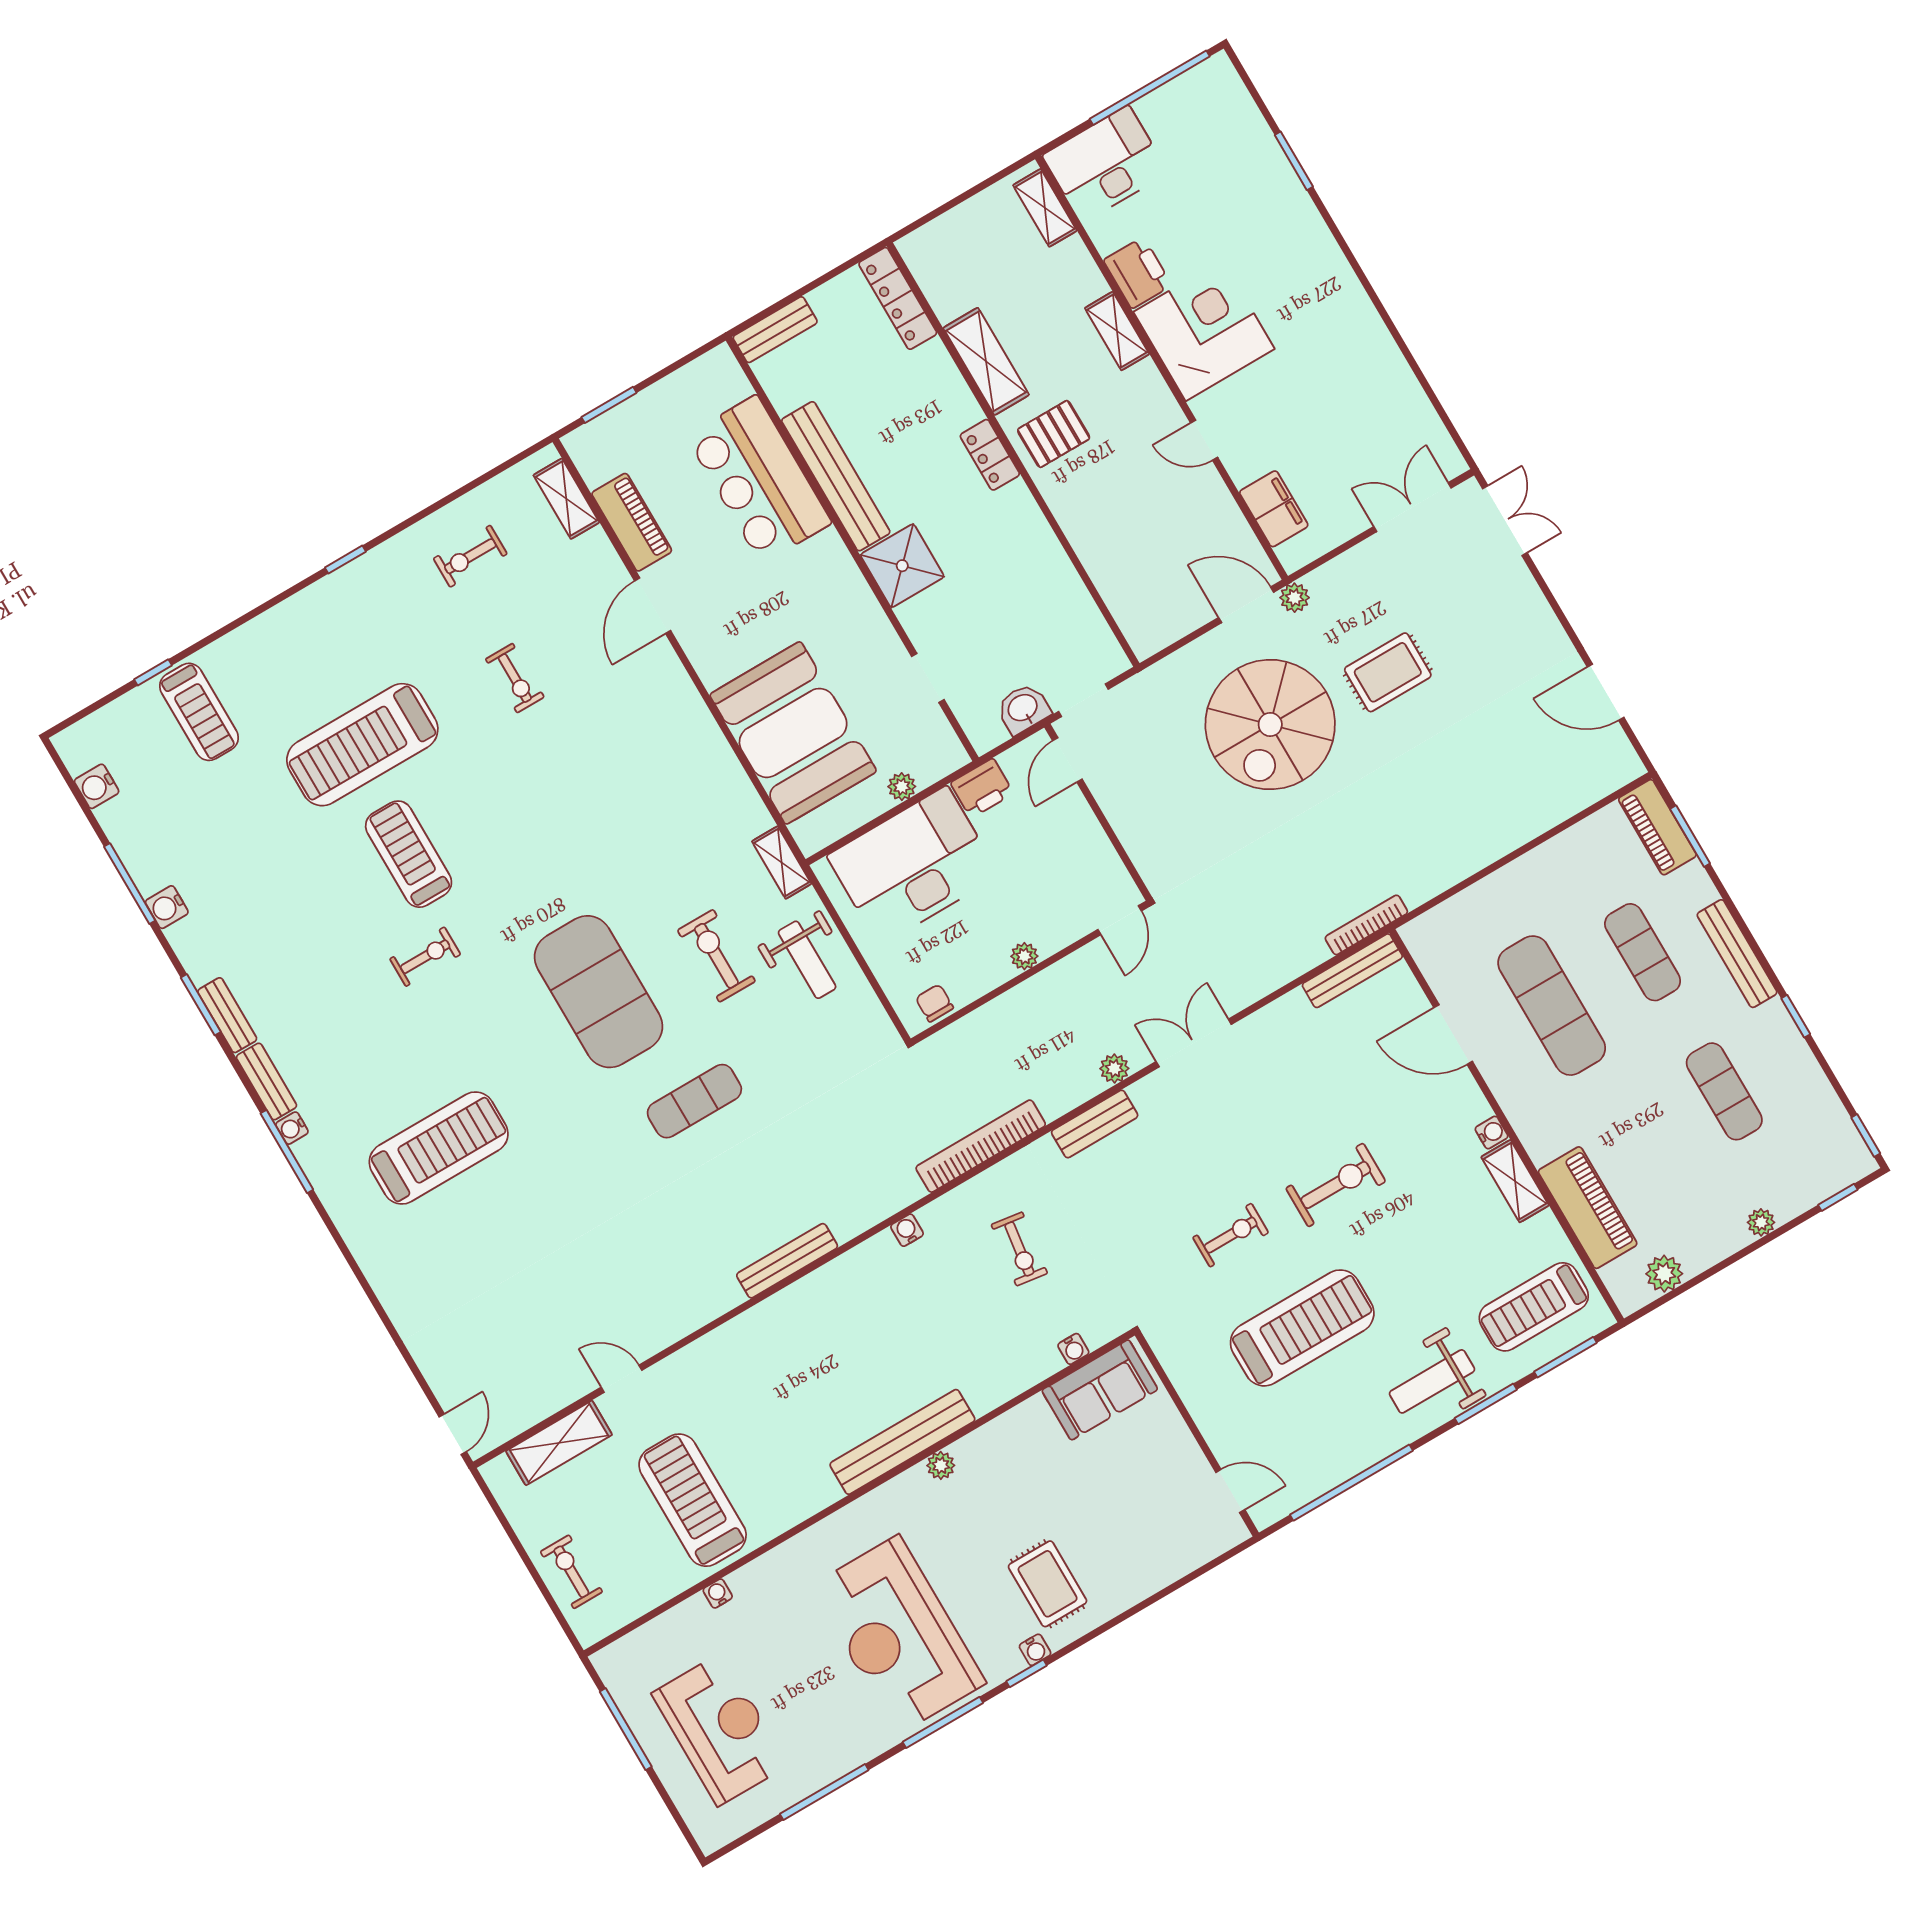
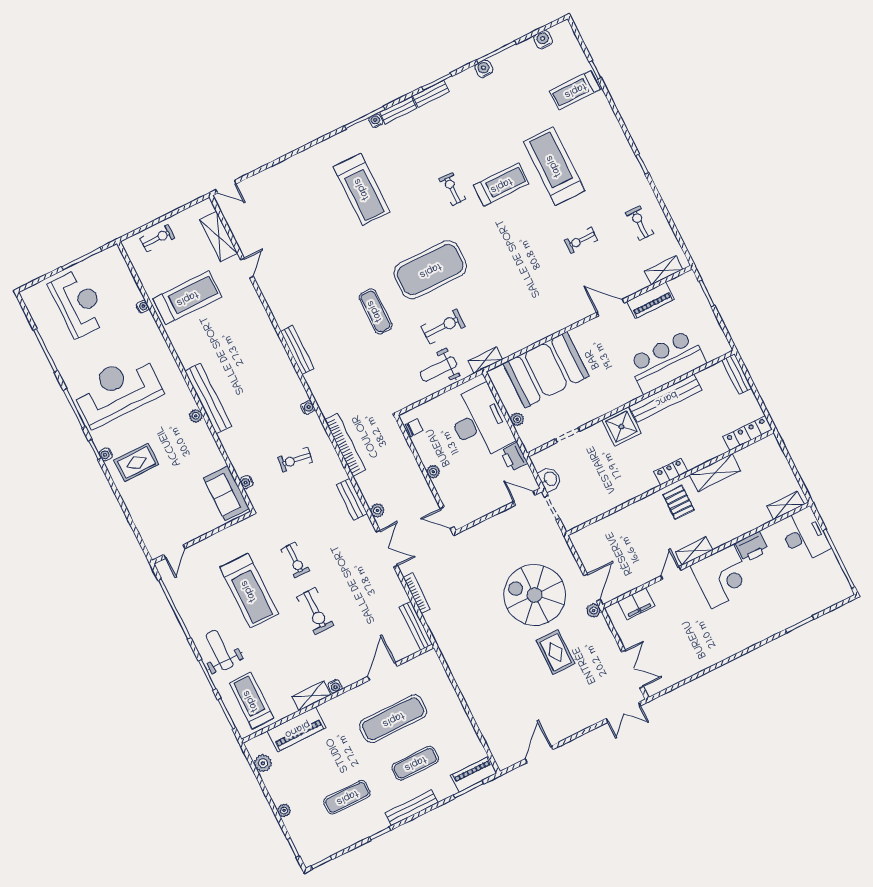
shelving: (1117, 331) -> (694, 551), moved
bookcase: (1366, 925) -> (417, 593), moved
exercise bike: (425, 957) -> (452, 189), turned 180
reception desk: (720, 1729) -> (78, 303), turned -90

